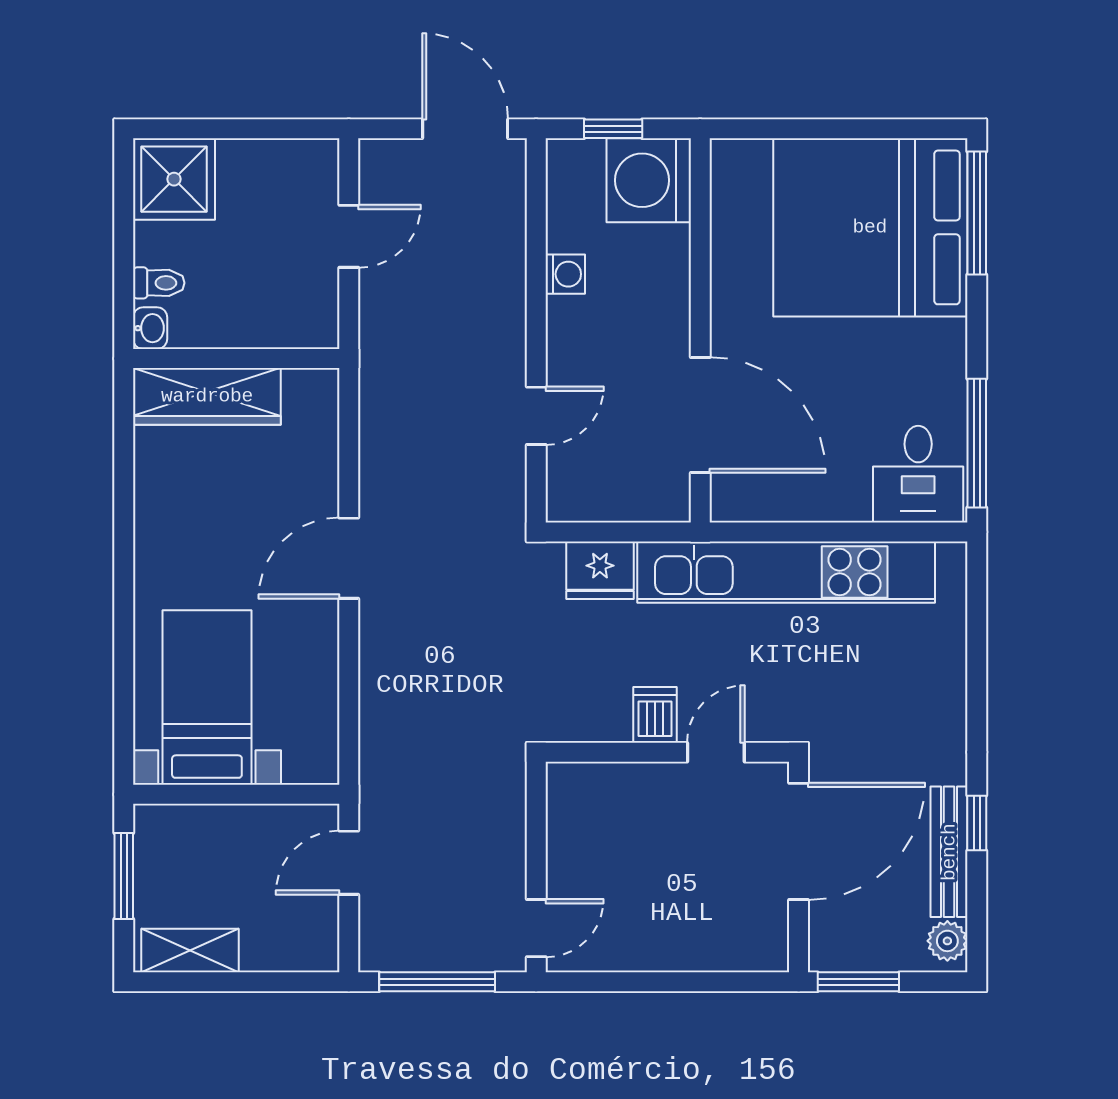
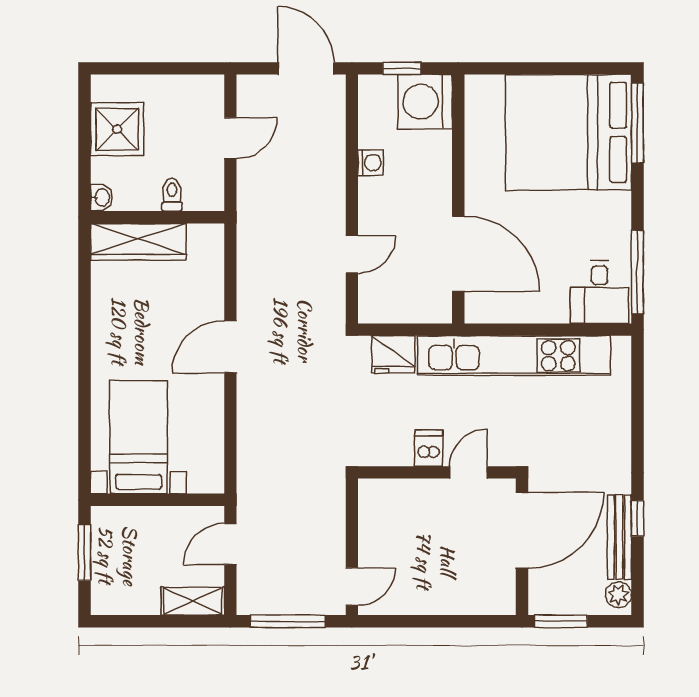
shower: (174, 179) -> (117, 129), moved
toilet: (159, 283) -> (172, 195), moved, turned -90
shelving: (190, 951) -> (193, 601), moved

